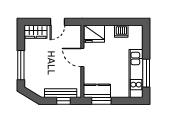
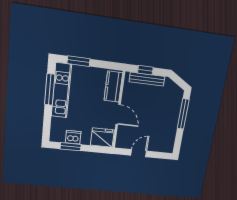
window: (123, 22) -> (71, 147), added
wardrobe: (35, 32) -> (162, 146), removed
kitchen counter: (97, 91) -> (113, 87), moved, turned 90
window: (101, 101) -> (79, 61), moved

